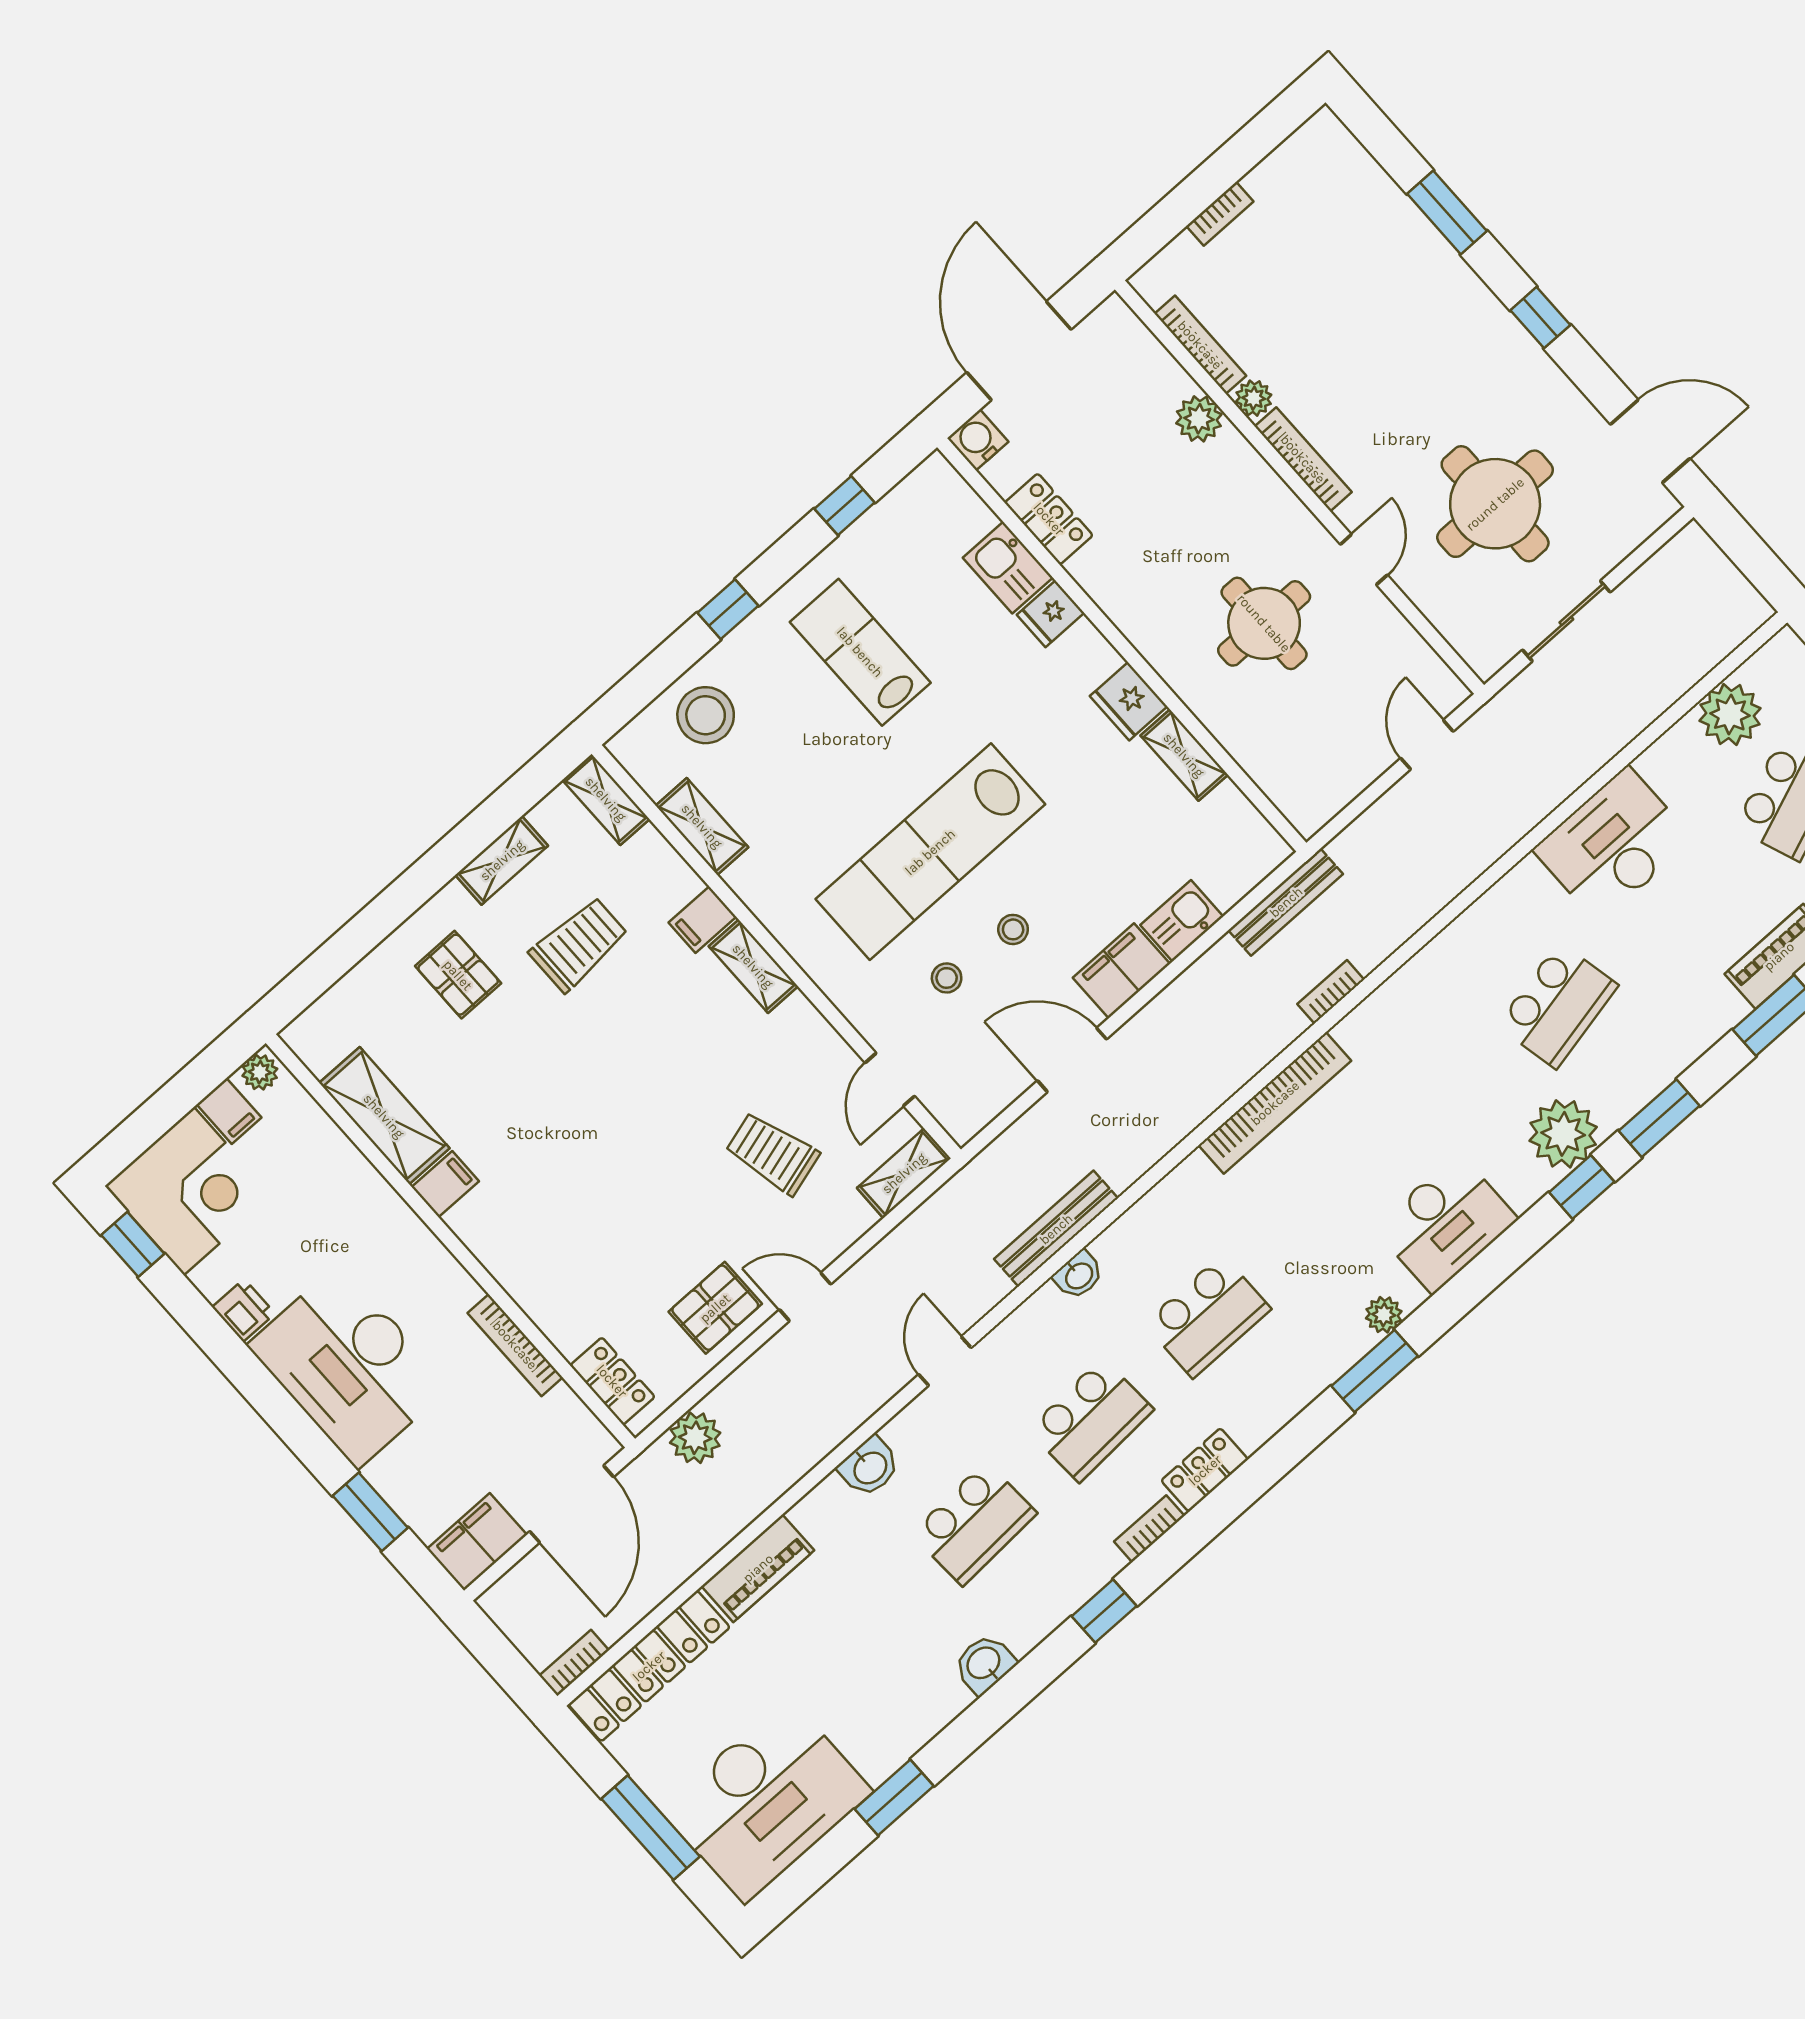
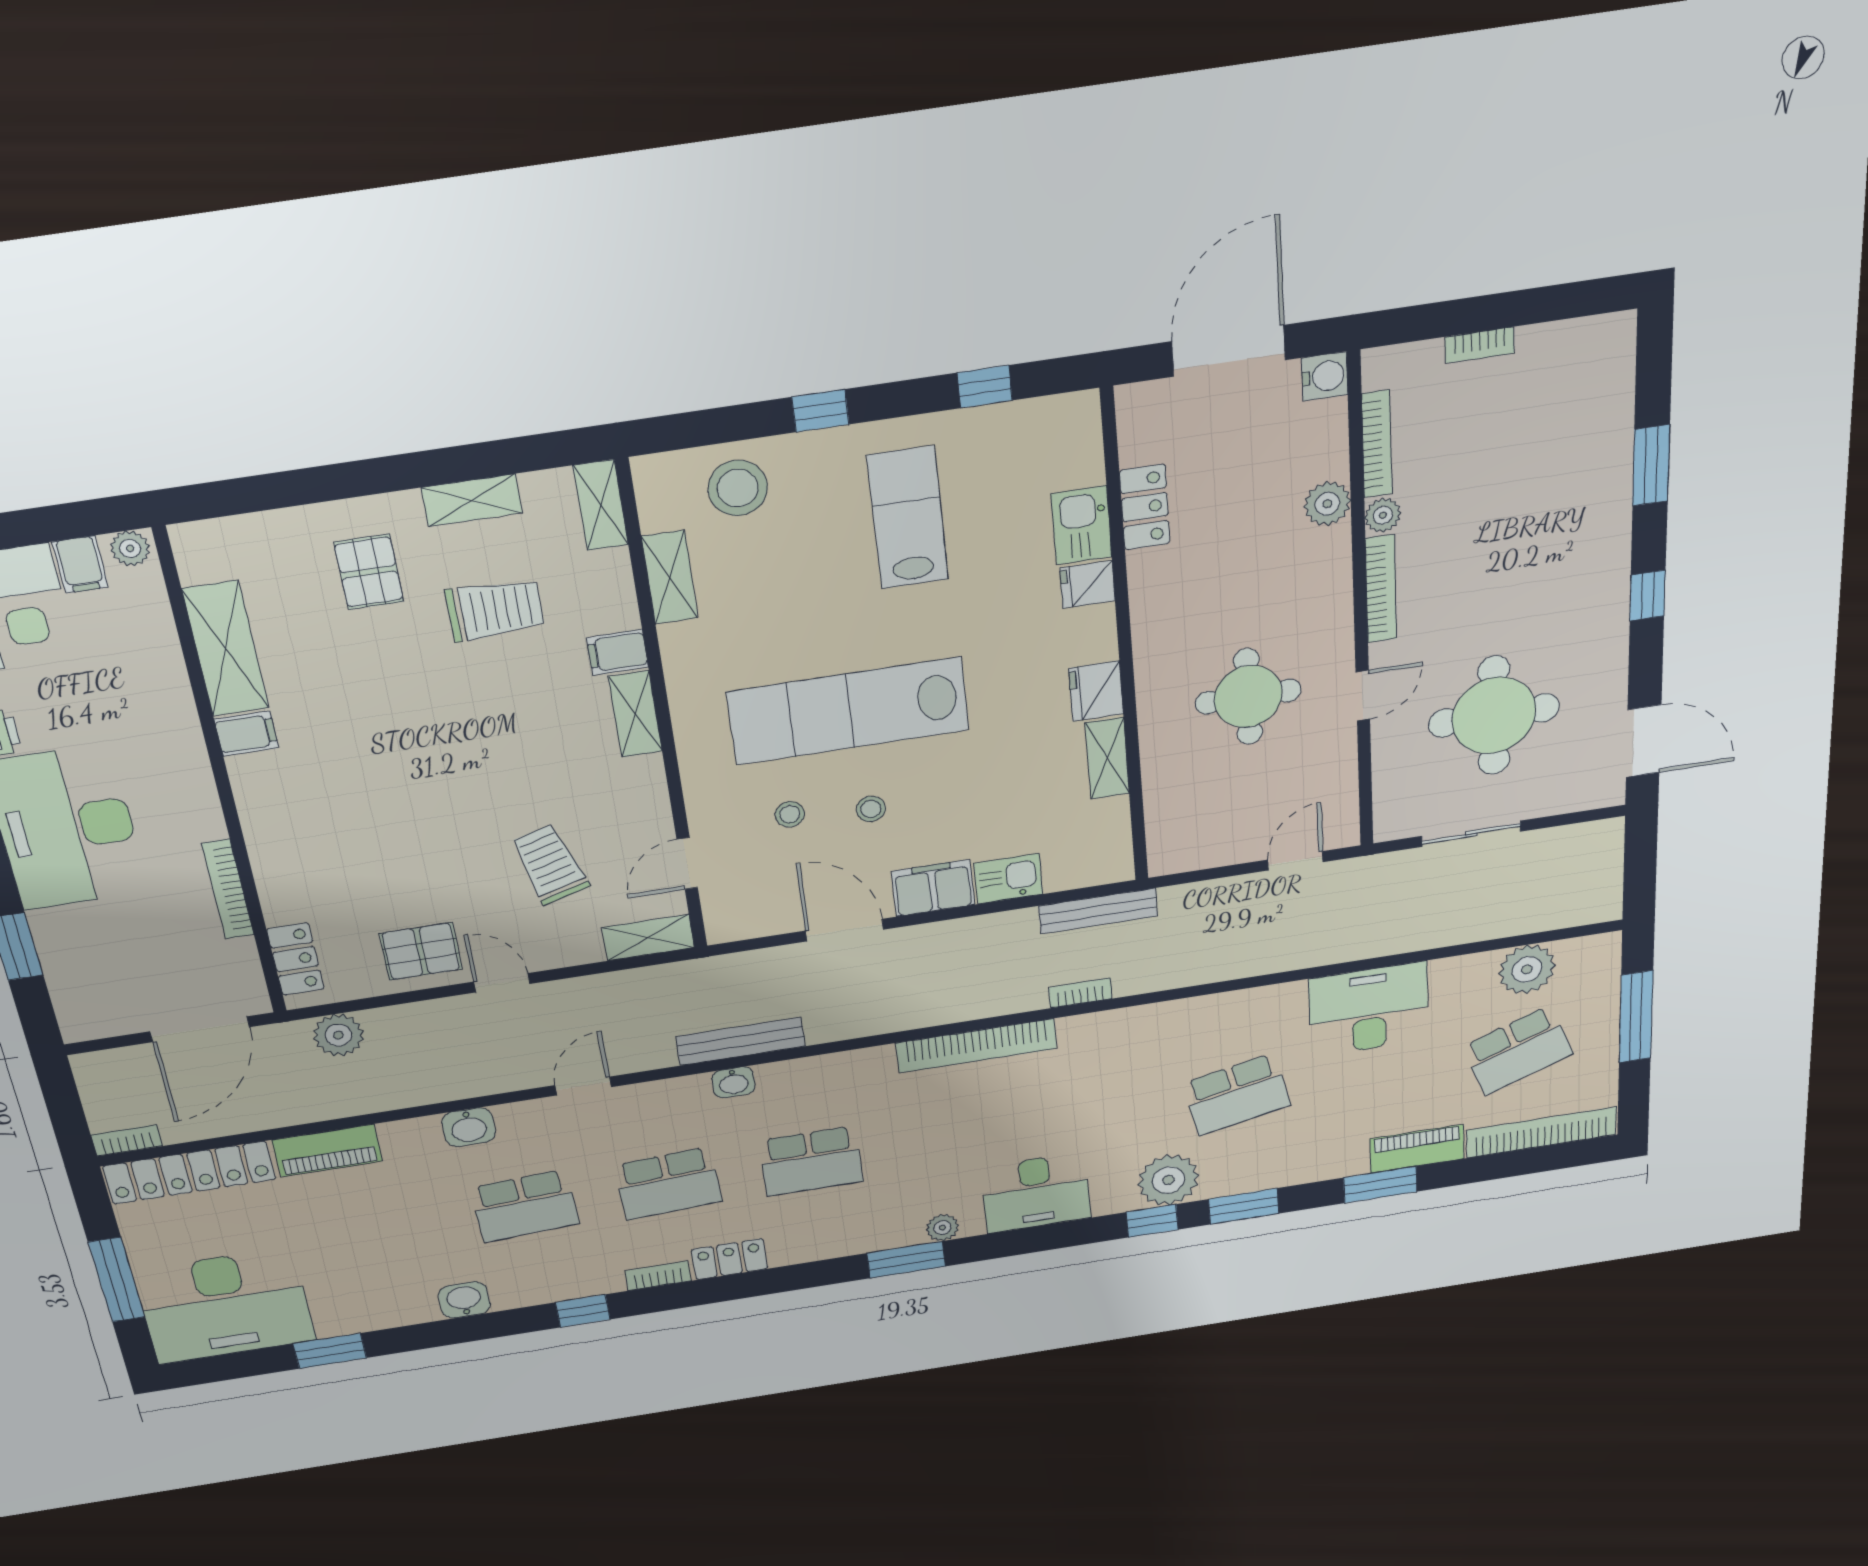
water cooler: (978, 440) -> (1325, 376), moved, turned 90
filing cabinet: (477, 1542) -> (98, 1015), removed

